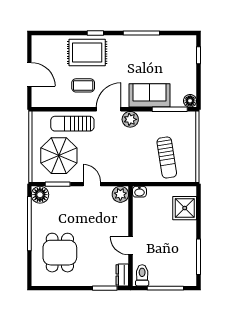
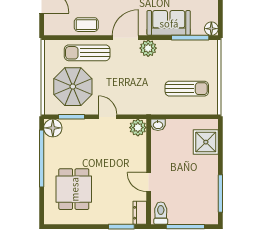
coffee table: (83, 85) -> (86, 25), moved
sun lounger: (167, 158) -> (187, 89), turned -81

